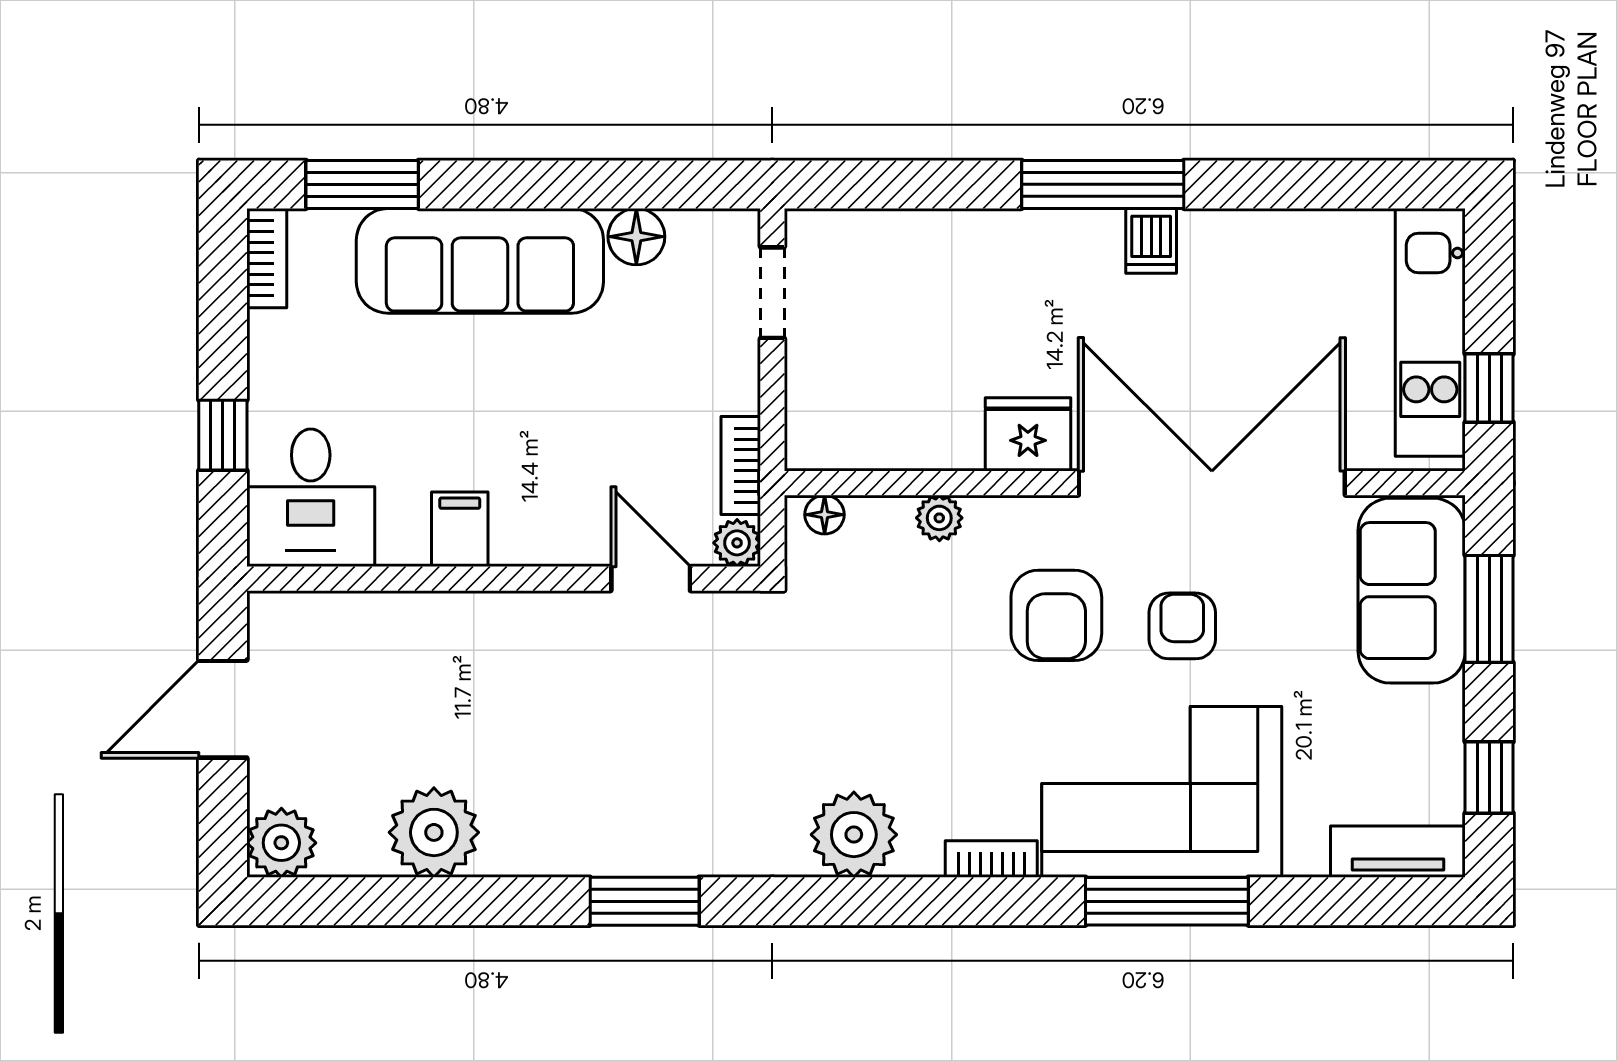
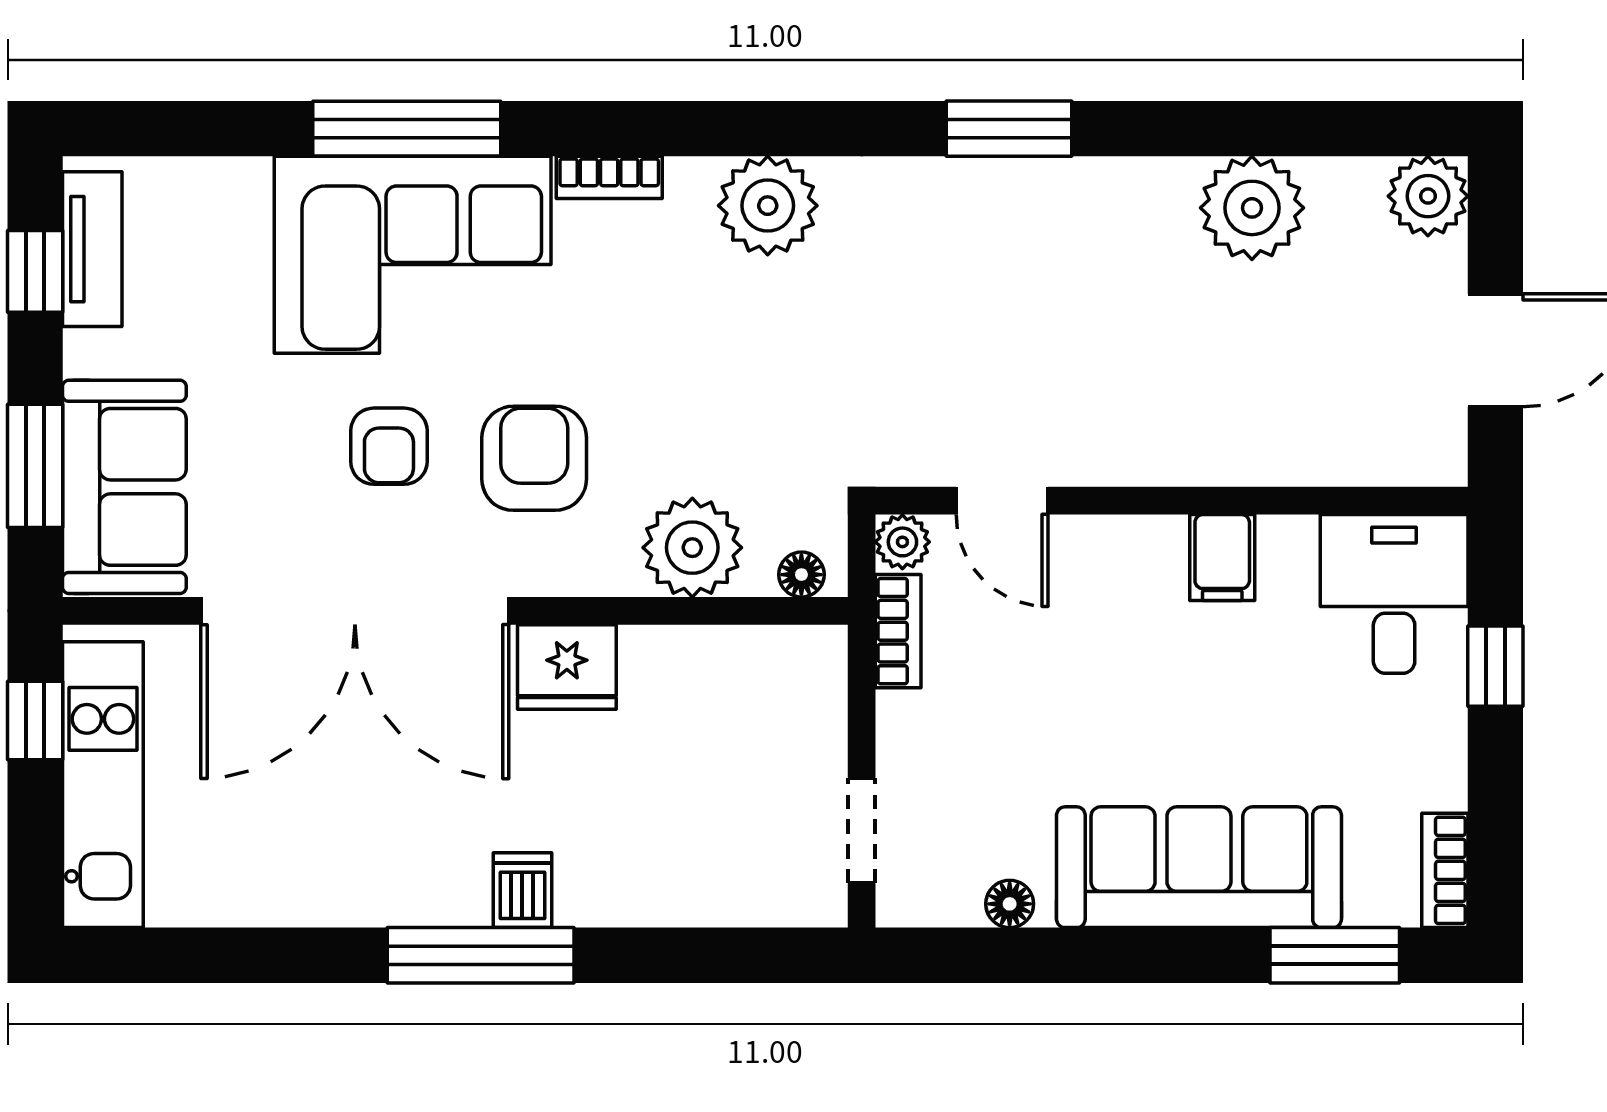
floor lamp: (636, 237) -> (1010, 904), width x0.73, depth x0.73
dishwasher: (1151, 241) -> (522, 890), moved
plant: (939, 518) -> (692, 548), width x1.87, depth x1.87
tv unit: (1398, 852) -> (92, 249), moved, turned -90

